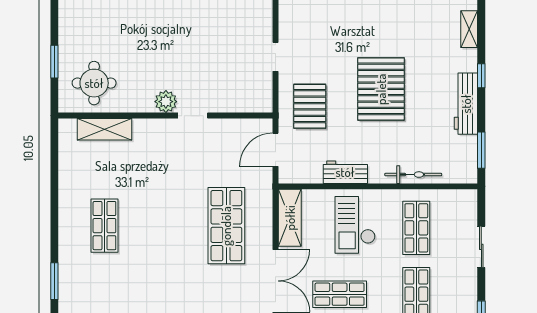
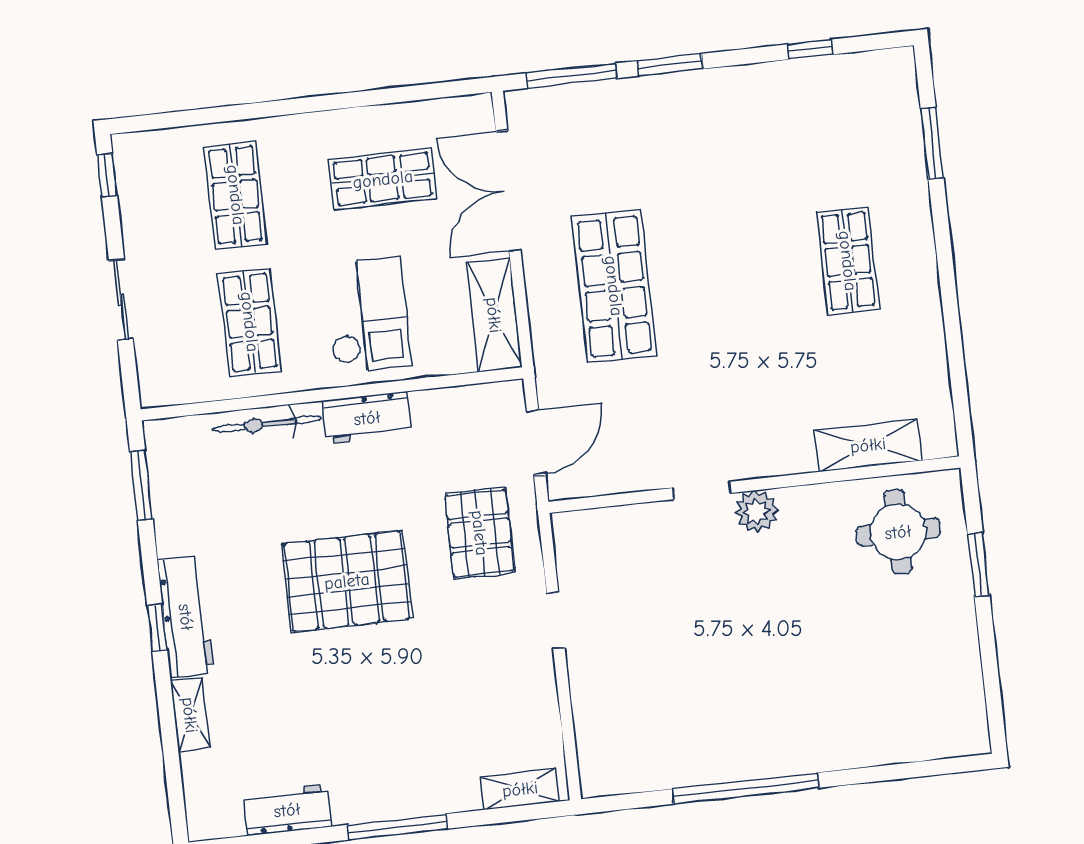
pallet: (381, 89) -> (347, 581), turned 90
workbench: (466, 104) -> (186, 617), moved
workbench: (345, 172) -> (367, 418), moved

